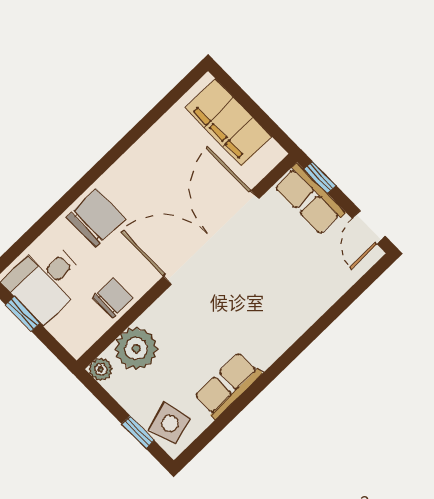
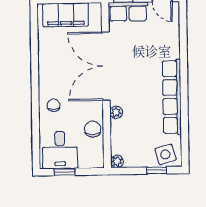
chair: (96, 218) -> (54, 105), width x0.54, depth x0.54
plant: (136, 349) -> (116, 112), moved, width x0.53, depth x0.53
row of seats: (228, 385) -> (172, 97), width x2.02

